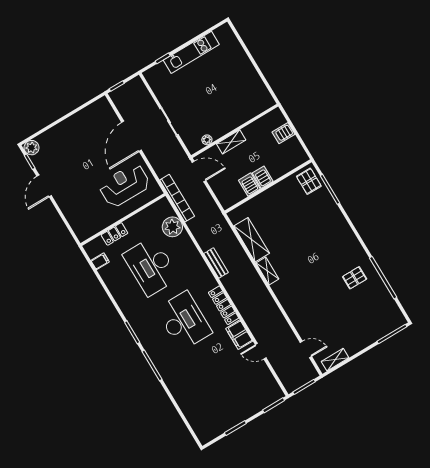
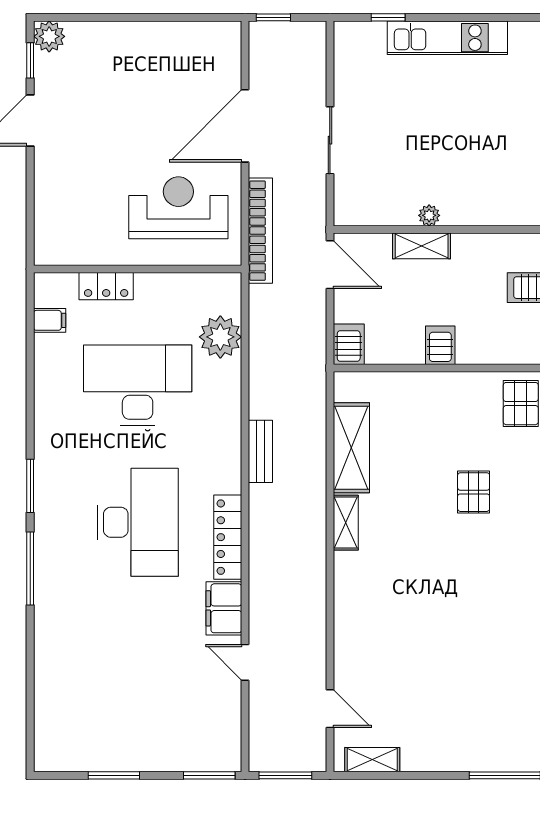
plant: (207, 140) -> (429, 215), moved
server rack: (249, 185) -> (349, 344), moved
bookcase: (177, 198) -> (260, 231), moved
desk: (151, 266) -> (138, 385), turned 90
pallet: (355, 278) -> (474, 492), moved, turned 90

